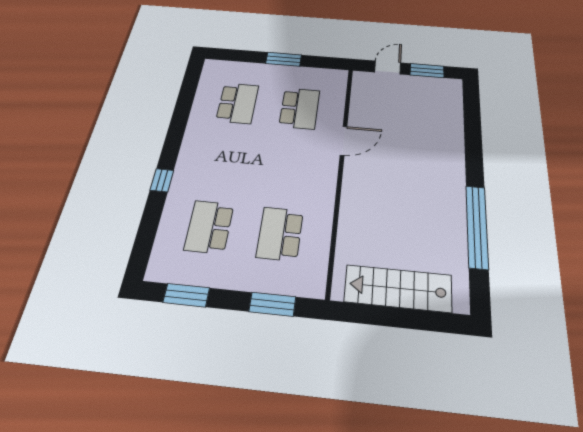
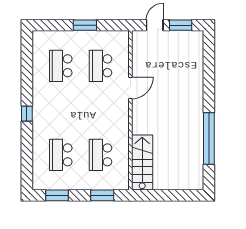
school desk: (238, 103) -> (61, 66), turned 180
school desk: (299, 108) -> (101, 66), turned 180
window: (162, 180) -> (27, 114), moved
stairs: (398, 288) -> (142, 163), moved, turned 90

